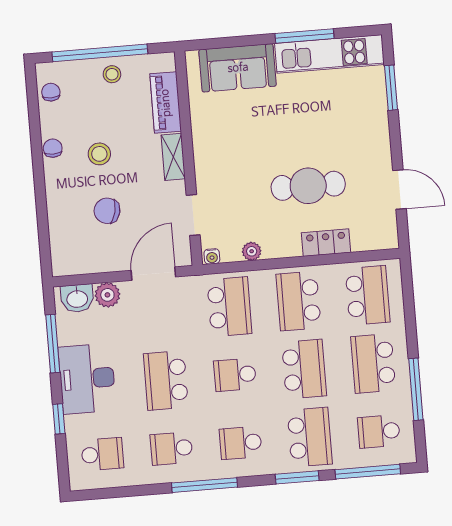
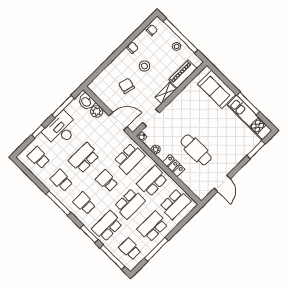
locker: (326, 243) -> (174, 166), moved
school desk: (310, 437) -> (107, 226), turned 180
school desk: (102, 454) -> (39, 158), turned 180

